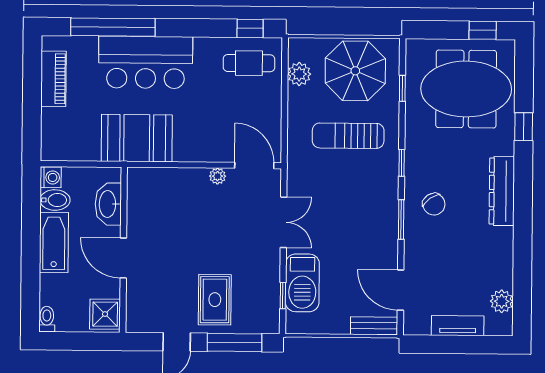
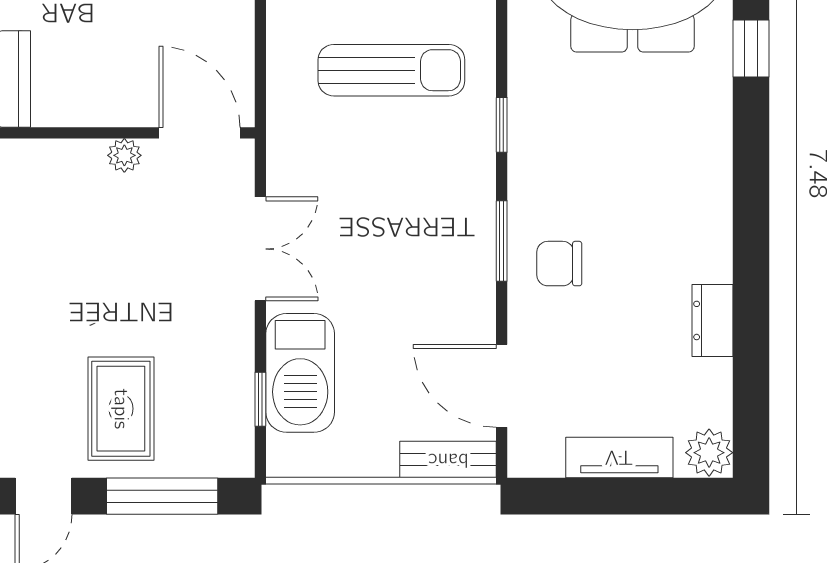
sun lounger: (348, 136) -> (391, 70), turned 180
dresser: (502, 191) -> (712, 320), moved, width x0.51, depth x0.80
chair: (434, 204) -> (559, 264), moved, turned 125
plant: (502, 301) -> (709, 453), moved

